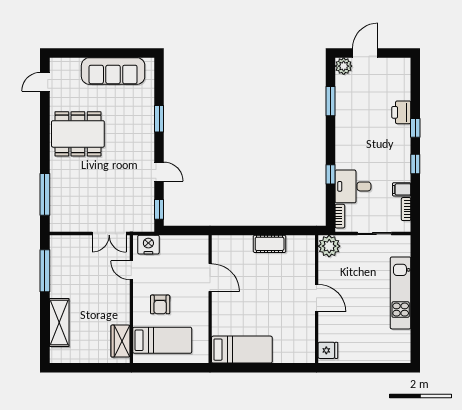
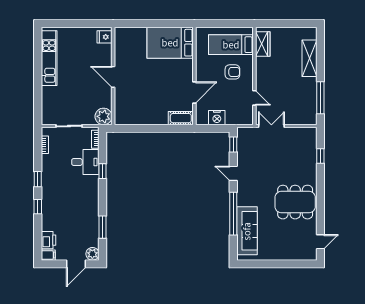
sofa: (113, 71) -> (247, 231), moved, turned 90
printer: (401, 112) -> (48, 240), moved
window: (159, 119) -> (233, 214), width x2.11
filing cabinet: (402, 189) -> (48, 255), moved
window: (45, 194) -> (320, 156), width x0.46
cot: (270, 244) -> (181, 118), moved
nightstand: (148, 245) -> (217, 118), moved
door: (210, 278) -> (194, 92), swing flipped
kitchen unit: (401, 293) -> (49, 58), moved
armchair: (160, 304) -> (232, 72), turned 90
bed: (242, 350) -> (170, 43), width x1.50

